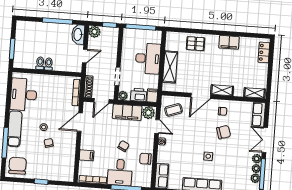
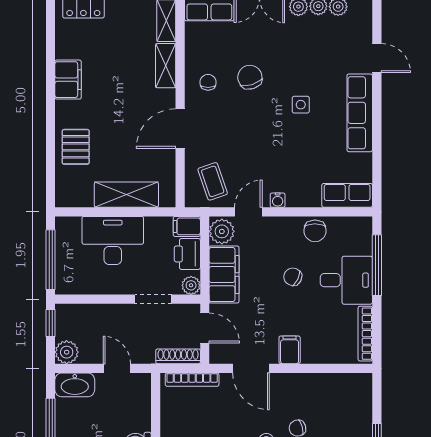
shelving: (222, 90) -> (166, 66), moved
door: (201, 96) -> (180, 129), swing flipped
filing cabinet: (87, 155) -> (290, 350), moved

